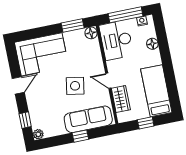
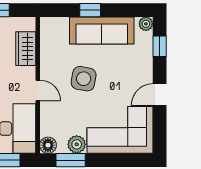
plant: (71, 38) -> (77, 144), added
door: (108, 81) -> (38, 90), moved
sofa: (88, 119) -> (102, 30), moved

